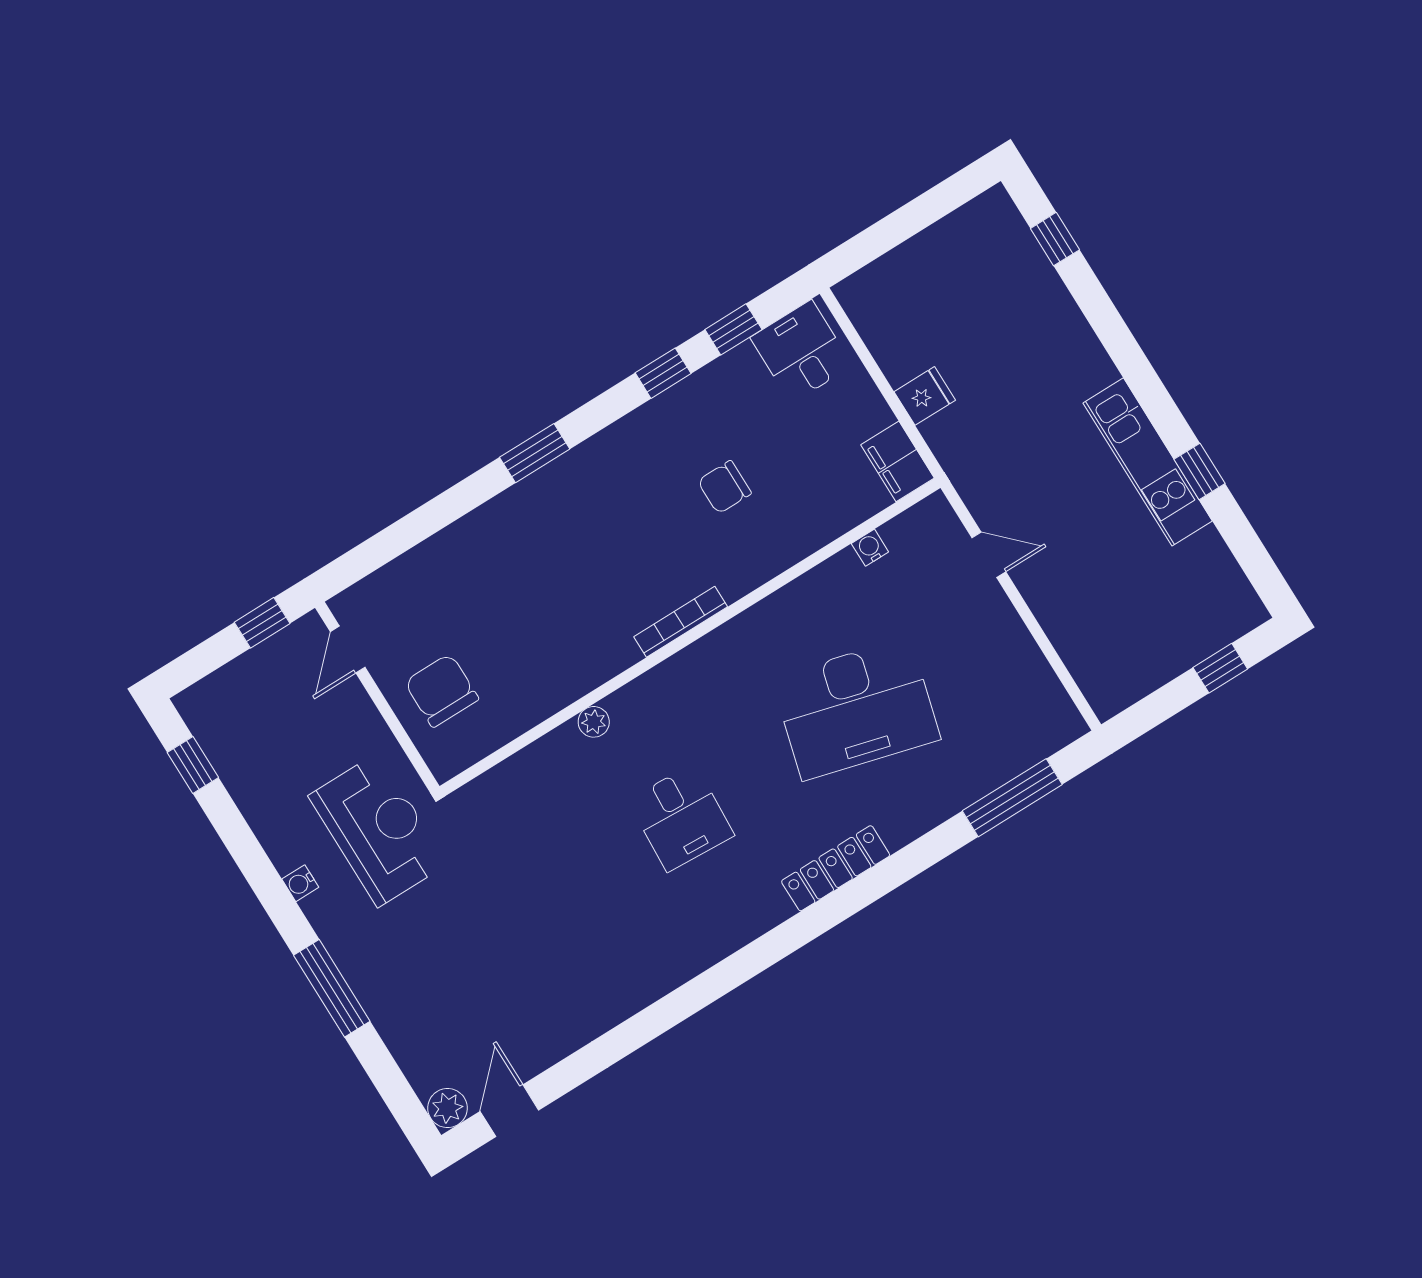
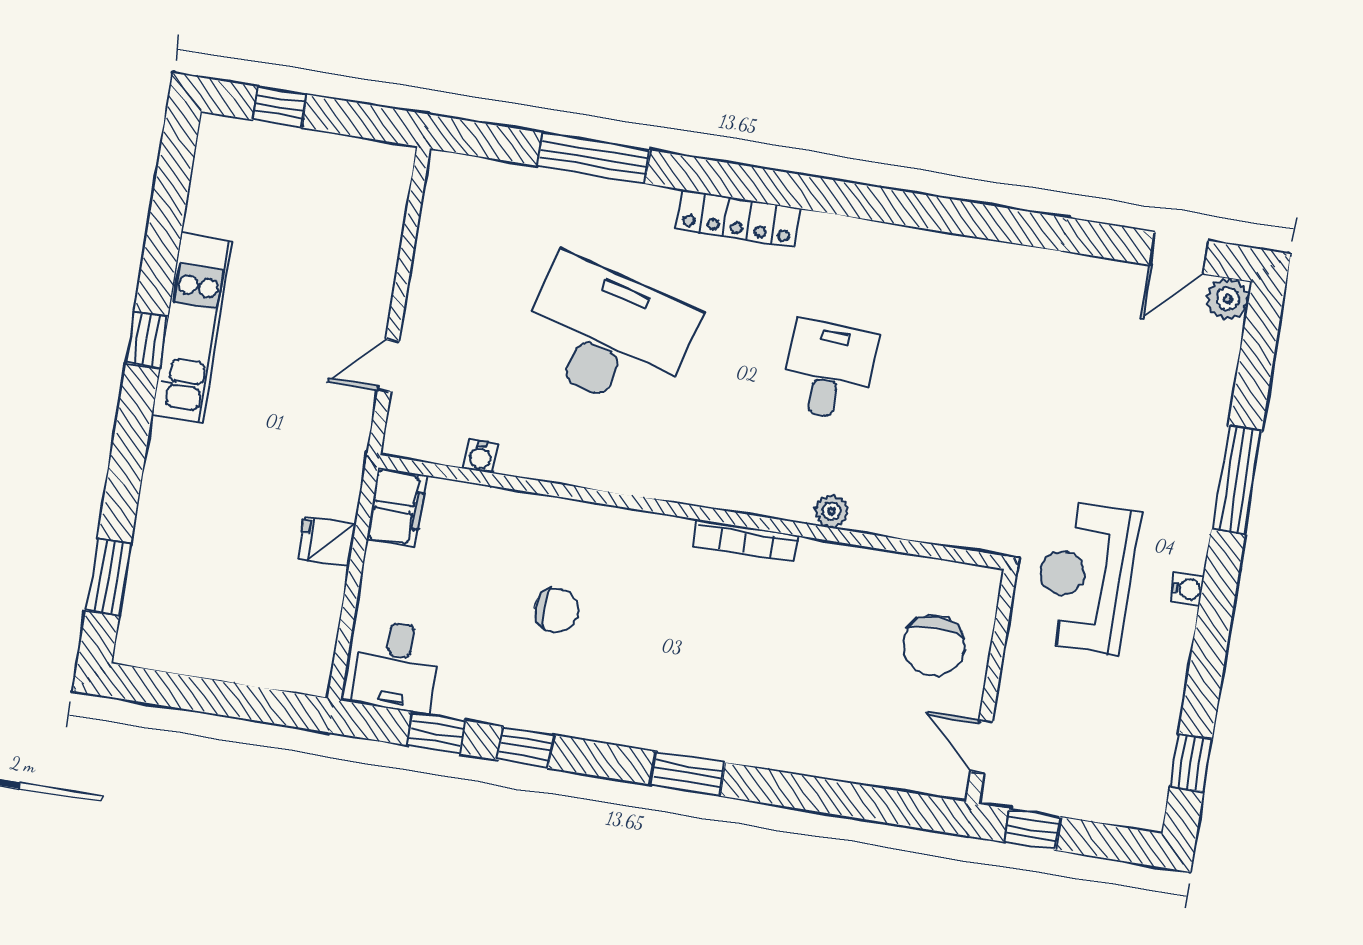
window: (1055, 239) -> (108, 577), width x1.50
window: (1200, 471) -> (147, 340), moved
door: (989, 555) -> (388, 366), hinge flipped
bookcase: (681, 622) -> (746, 540), moved
door: (348, 650) -> (982, 746), swing flipped
window: (1012, 798) -> (594, 158), moved

